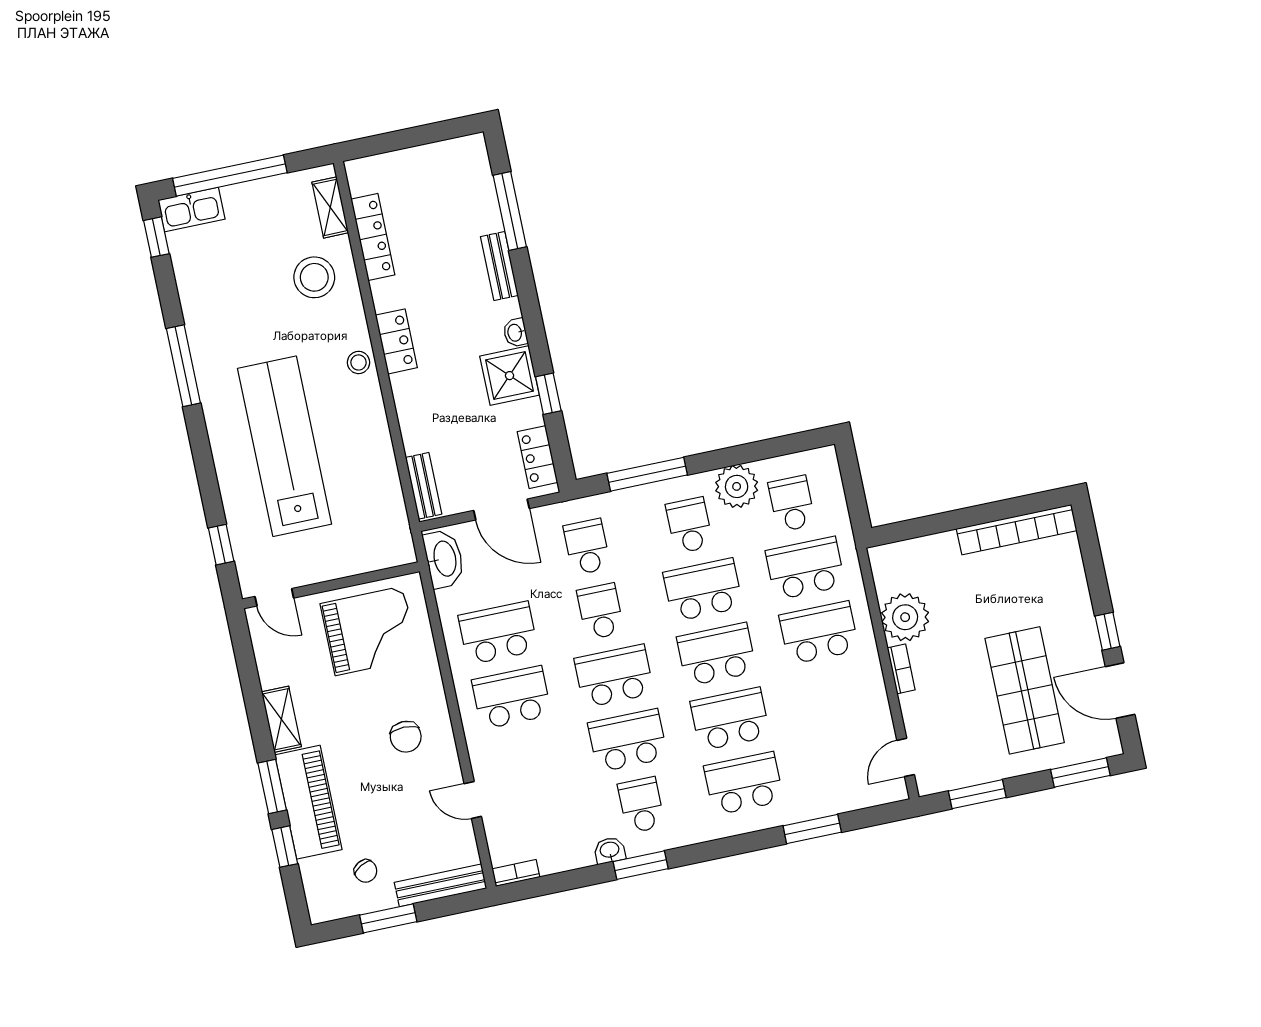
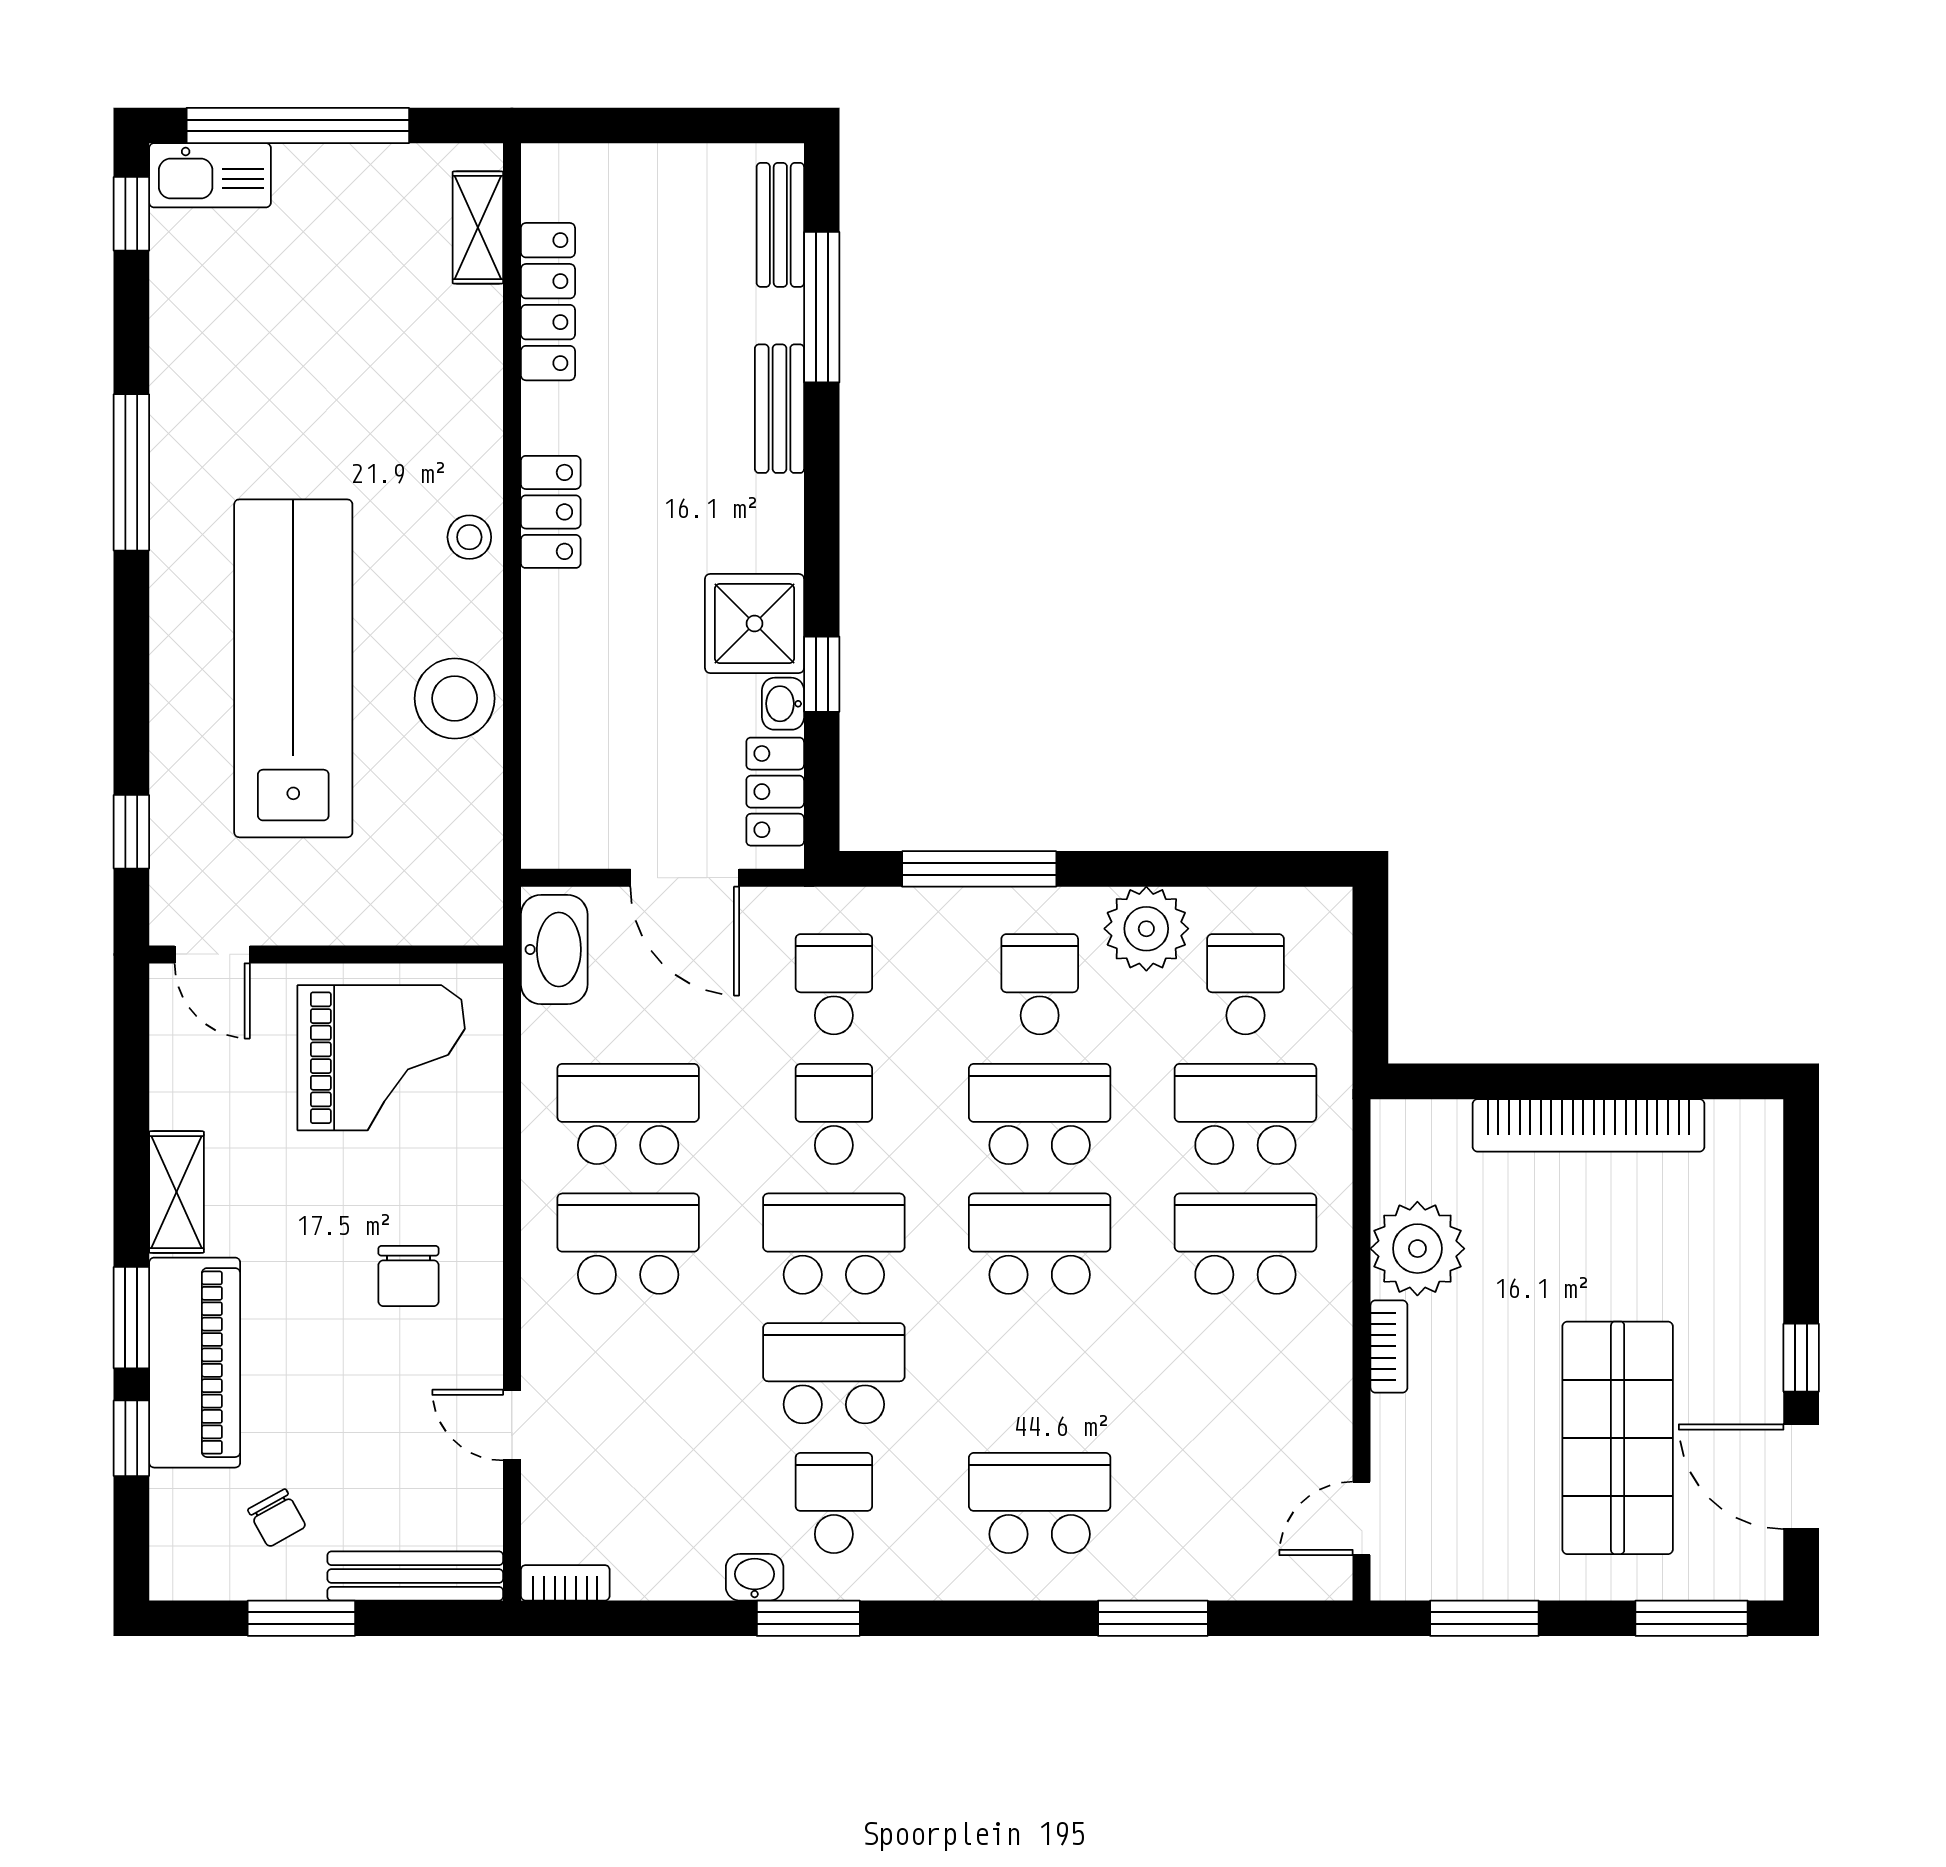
stool: (314, 277) -> (455, 698), moved
washbasin: (515, 333) -> (783, 704), moved
bench: (424, 486) -> (780, 225), moved
bookcase: (1017, 530) -> (1588, 1125), moved
school desk: (730, 719) -> (1040, 1373), removed

